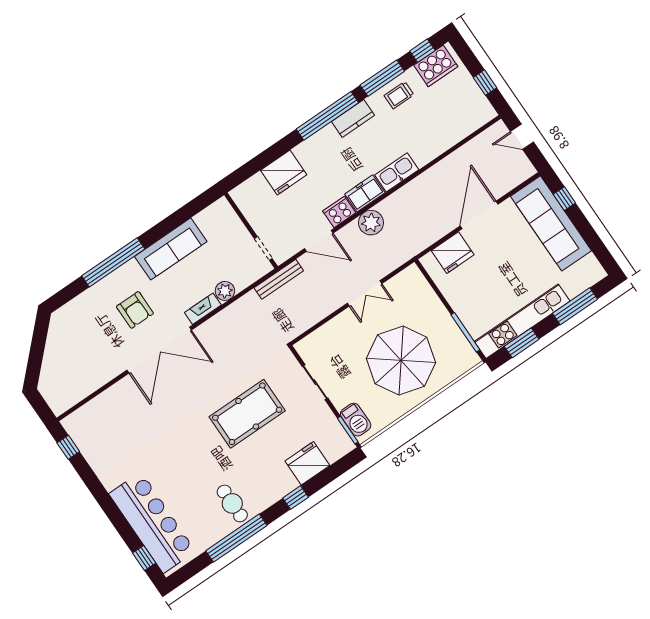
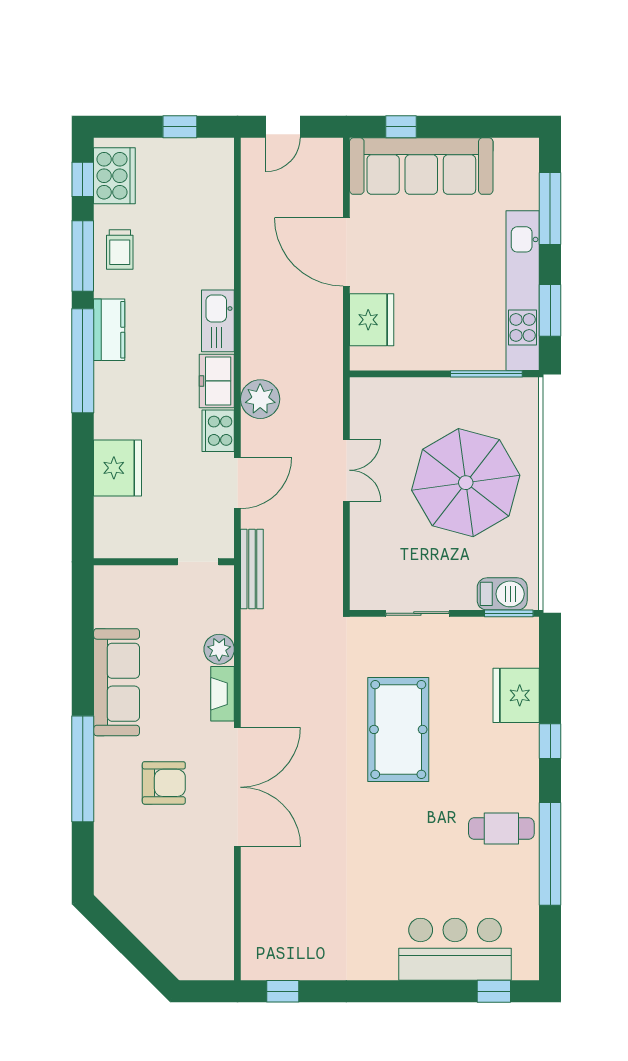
bar counter: (152, 522) -> (455, 949), width x0.73

